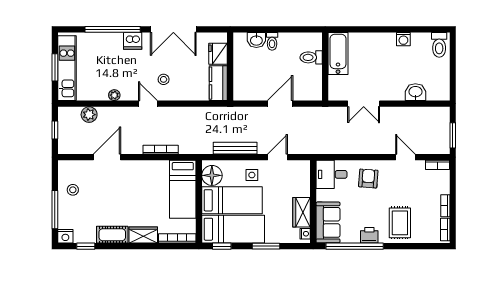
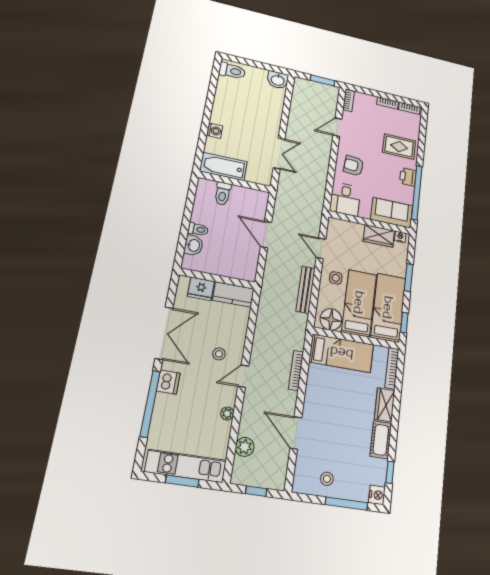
washing machine: (403, 39) -> (215, 131), moved
washbasin: (415, 92) -> (278, 80), moved, turned -90

